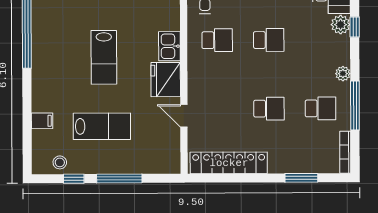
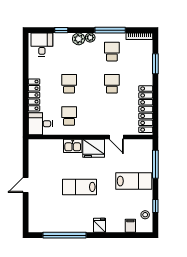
plant: (341, 25) -> (79, 39), moved
lab bench: (104, 57) -> (80, 187), turned 180
fridge: (43, 90) -> (100, 225), added
door: (184, 116) -> (116, 137), hinge flipped
filing cabinet: (42, 121) -> (130, 226), moved
lab bench: (102, 126) -> (134, 181), moved, turned 90
window: (119, 178) -> (155, 164), moved

